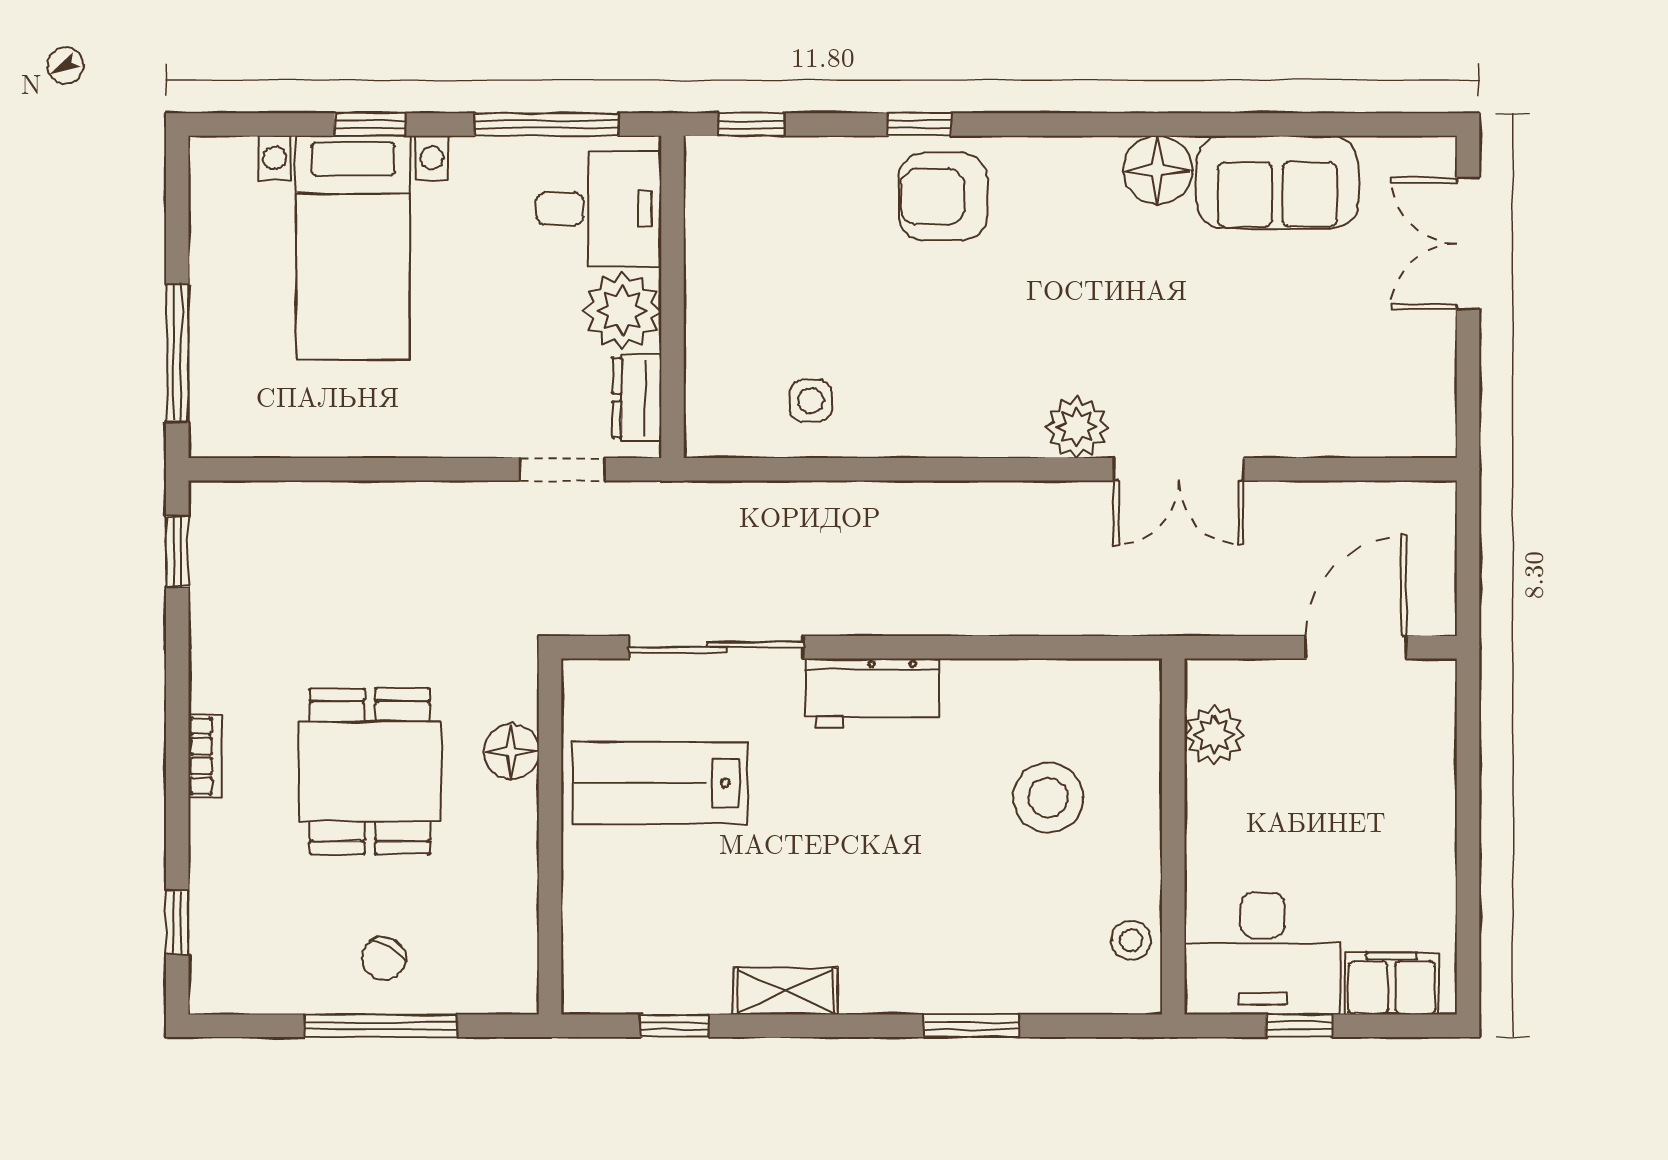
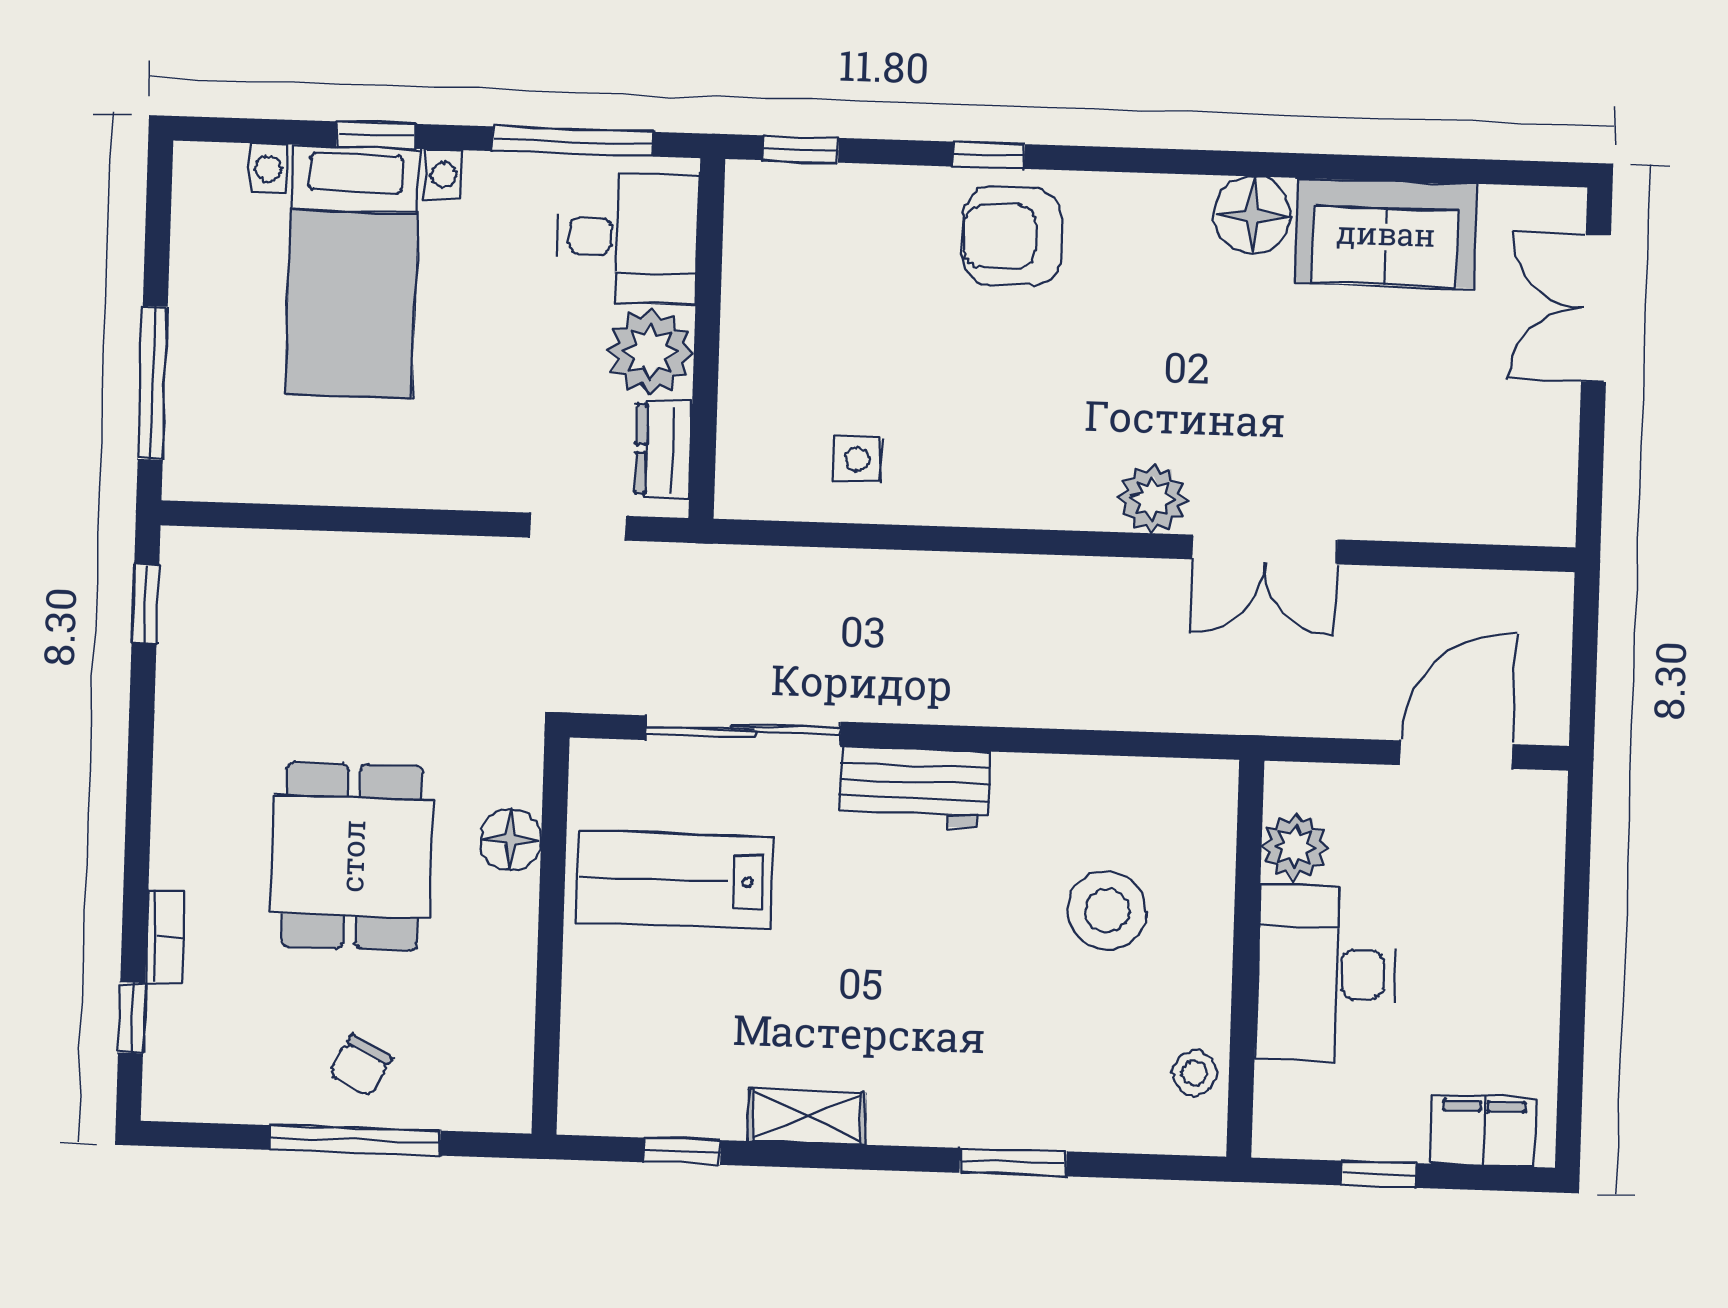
bookcase: (205, 756) -> (165, 937), moved
desk: (1262, 953) -> (1326, 973), moved, turned 90

